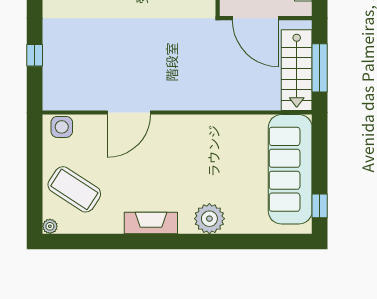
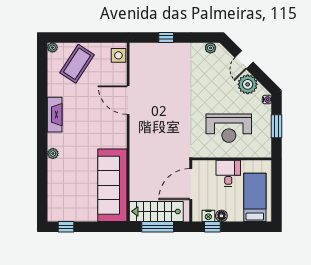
sofa: (290, 169) -> (112, 185), moved, turned -90
plant: (209, 219) -> (53, 154), width x0.53, depth x0.53

